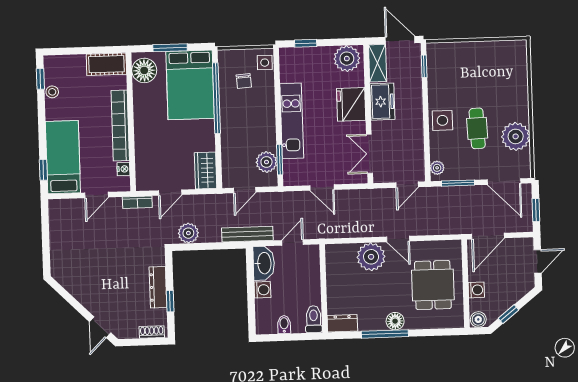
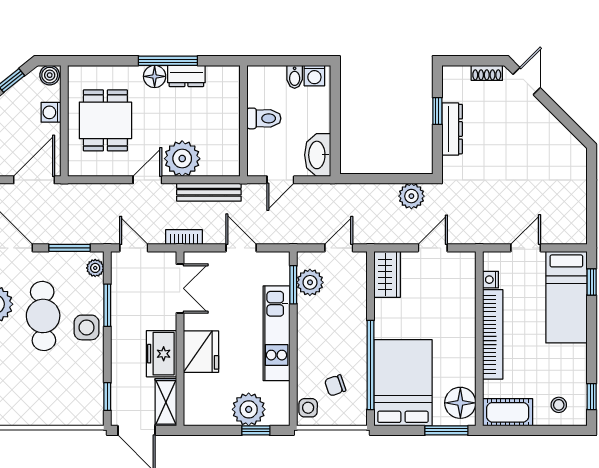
window: (170, 48) -> (446, 430), moved
plant: (347, 59) -> (249, 409), moved
chair: (244, 81) -> (335, 385), turned -105
stool: (52, 92) -> (559, 405), moved
cafe table: (477, 128) -> (43, 316), width x1.37, depth x1.35
window: (426, 139) -> (107, 305), added
door: (407, 185) -> (134, 248), hinge flipped
bookcase: (137, 202) -> (184, 237), moved
bench: (247, 234) -> (209, 192), moved
door: (398, 239) -> (147, 180), hinge flipped
washing machine: (262, 290) -> (314, 76), moved, turned -90
toilet: (314, 319) -> (264, 118), moved, turned -90
dresser: (342, 323) -> (186, 76), moved
shoe rack: (152, 332) -> (487, 73), moved

